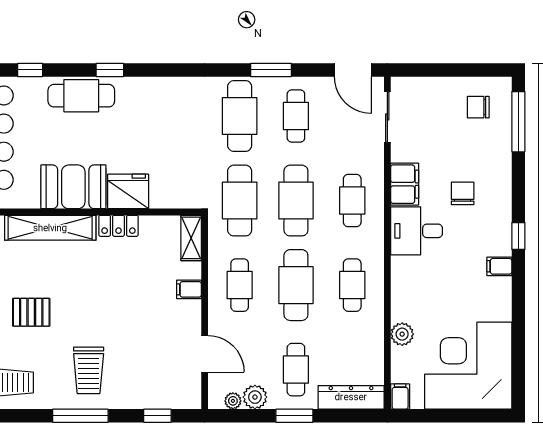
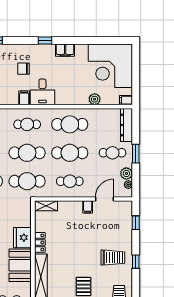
filing cabinet: (405, 184) -> (24, 98), width x0.50
filing cabinet: (499, 266) -> (65, 50), width x2.00
cafe table: (352, 285) -> (70, 124), width x1.37, depth x1.35
filing cabinet: (189, 289) -> (88, 207), moved
window: (80, 416) -> (136, 262), width x0.46

